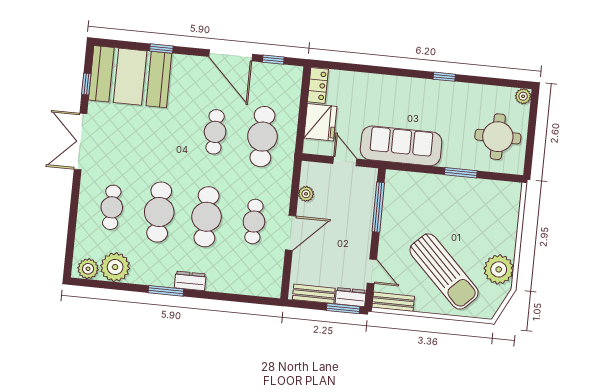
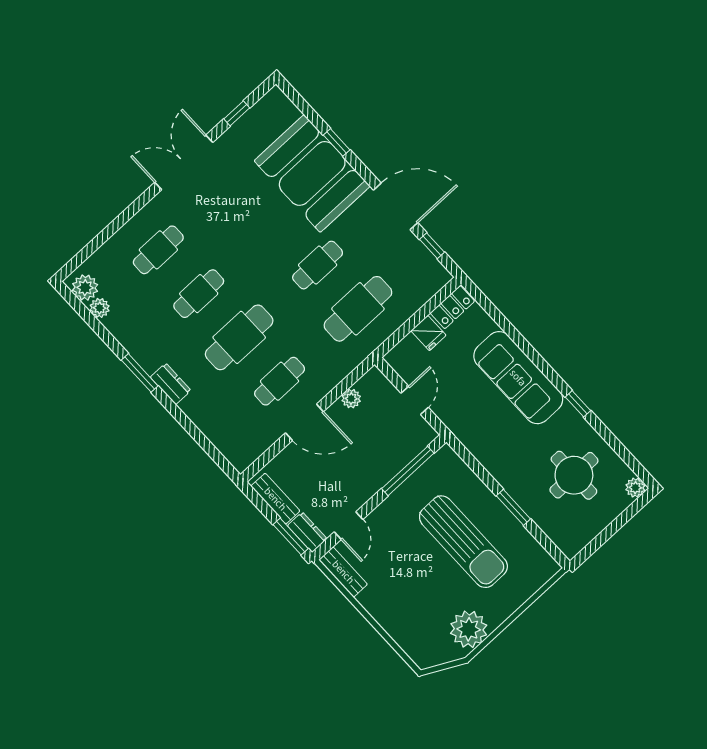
door: (231, 55) -> (396, 206), swing flipped
booth: (130, 77) -> (312, 173), moved
fridge: (320, 122) -> (428, 333), width x0.53, depth x0.75
round table: (498, 137) -> (574, 475), moved
sofa: (401, 146) -> (518, 378), moved, turned 180
cafe table: (159, 212) -> (199, 294), width x0.73, depth x0.74
plant: (115, 267) -> (100, 308), width x0.53, depth x0.53
sun lounger: (444, 271) -> (463, 542), moved, turned -45

